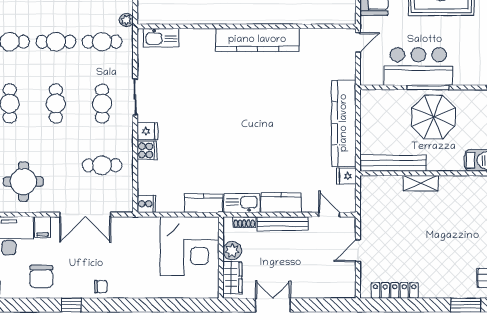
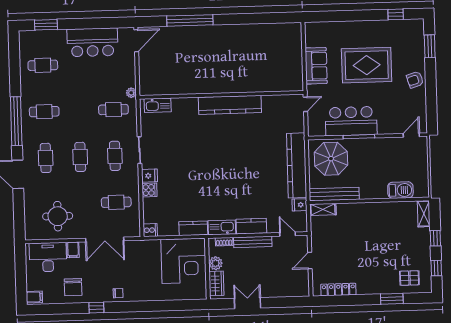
cafe table: (56, 42) -> (79, 111), removed
parasol: (433, 117) -> (331, 159), moved
shelving: (421, 183) -> (323, 209), moved

